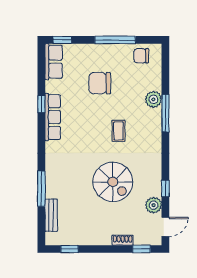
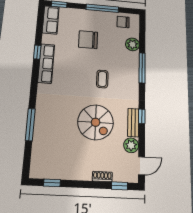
plant: (153, 99) -> (132, 44), moved
window: (165, 188) -> (142, 116), moved
bench: (51, 215) -> (133, 123), moved

